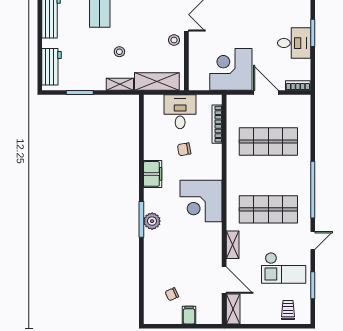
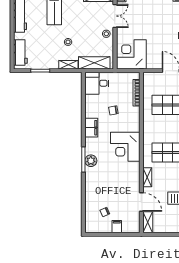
corner desk: (231, 69) -> (131, 54), moved
desk: (180, 112) -> (97, 83), moved, turned -90

